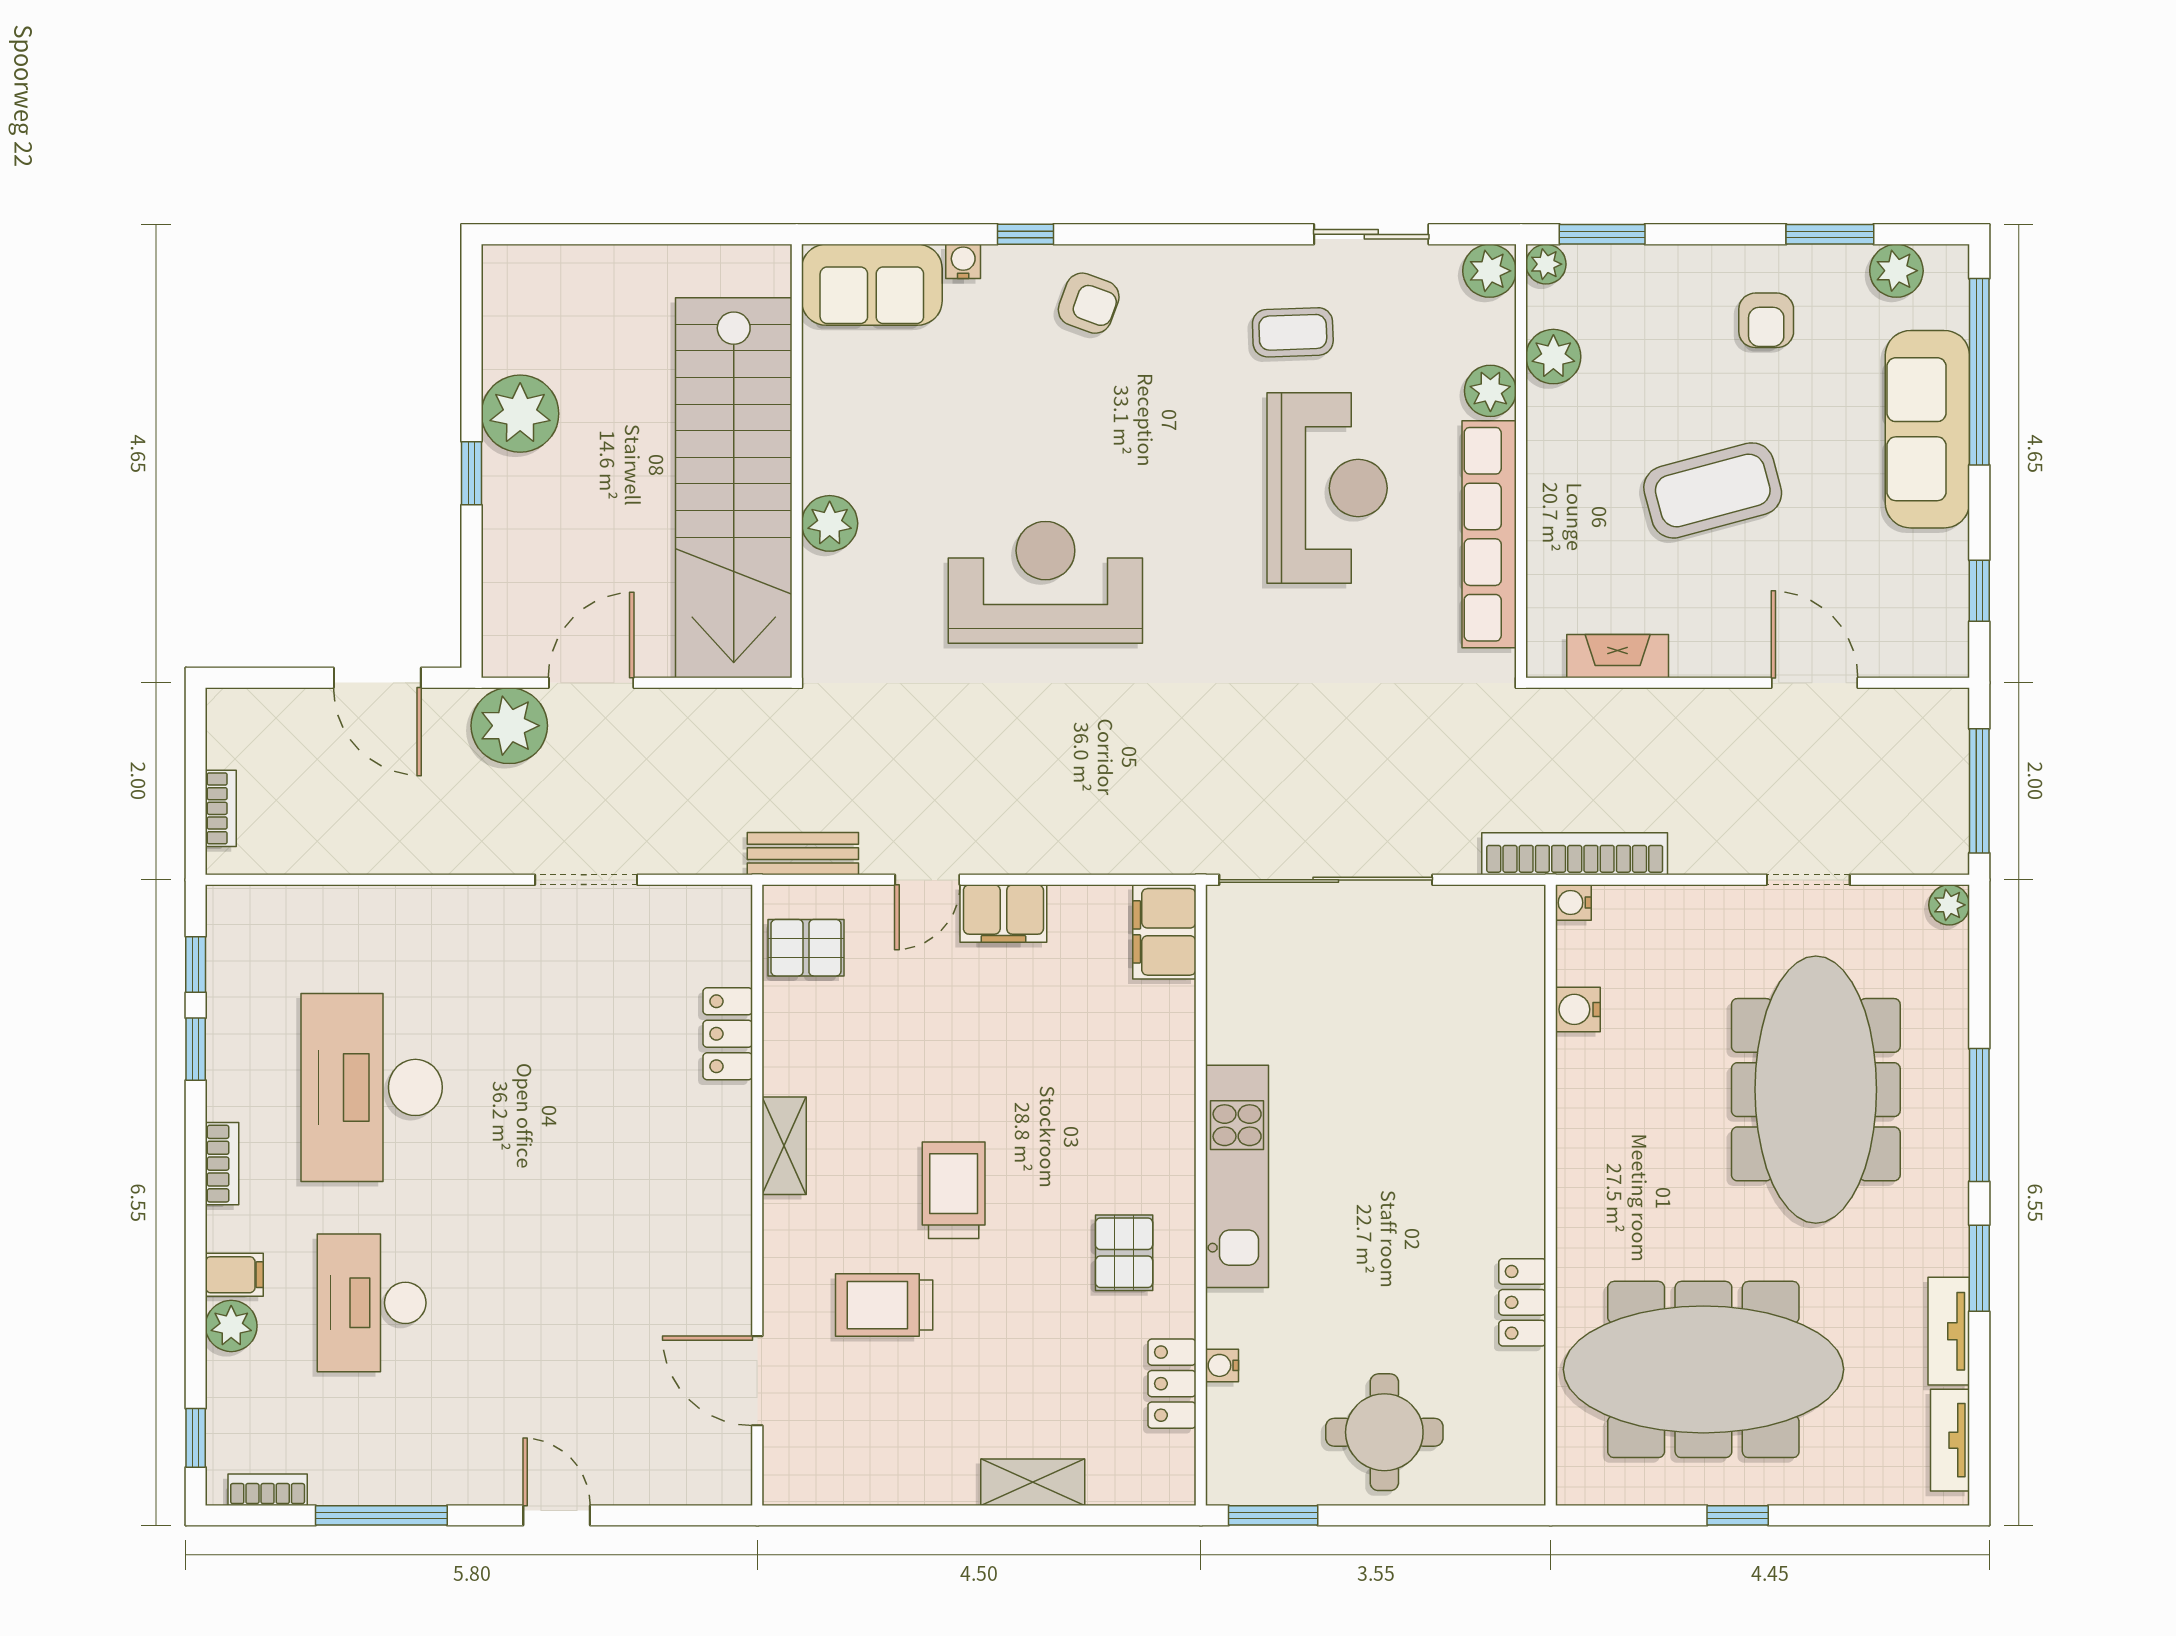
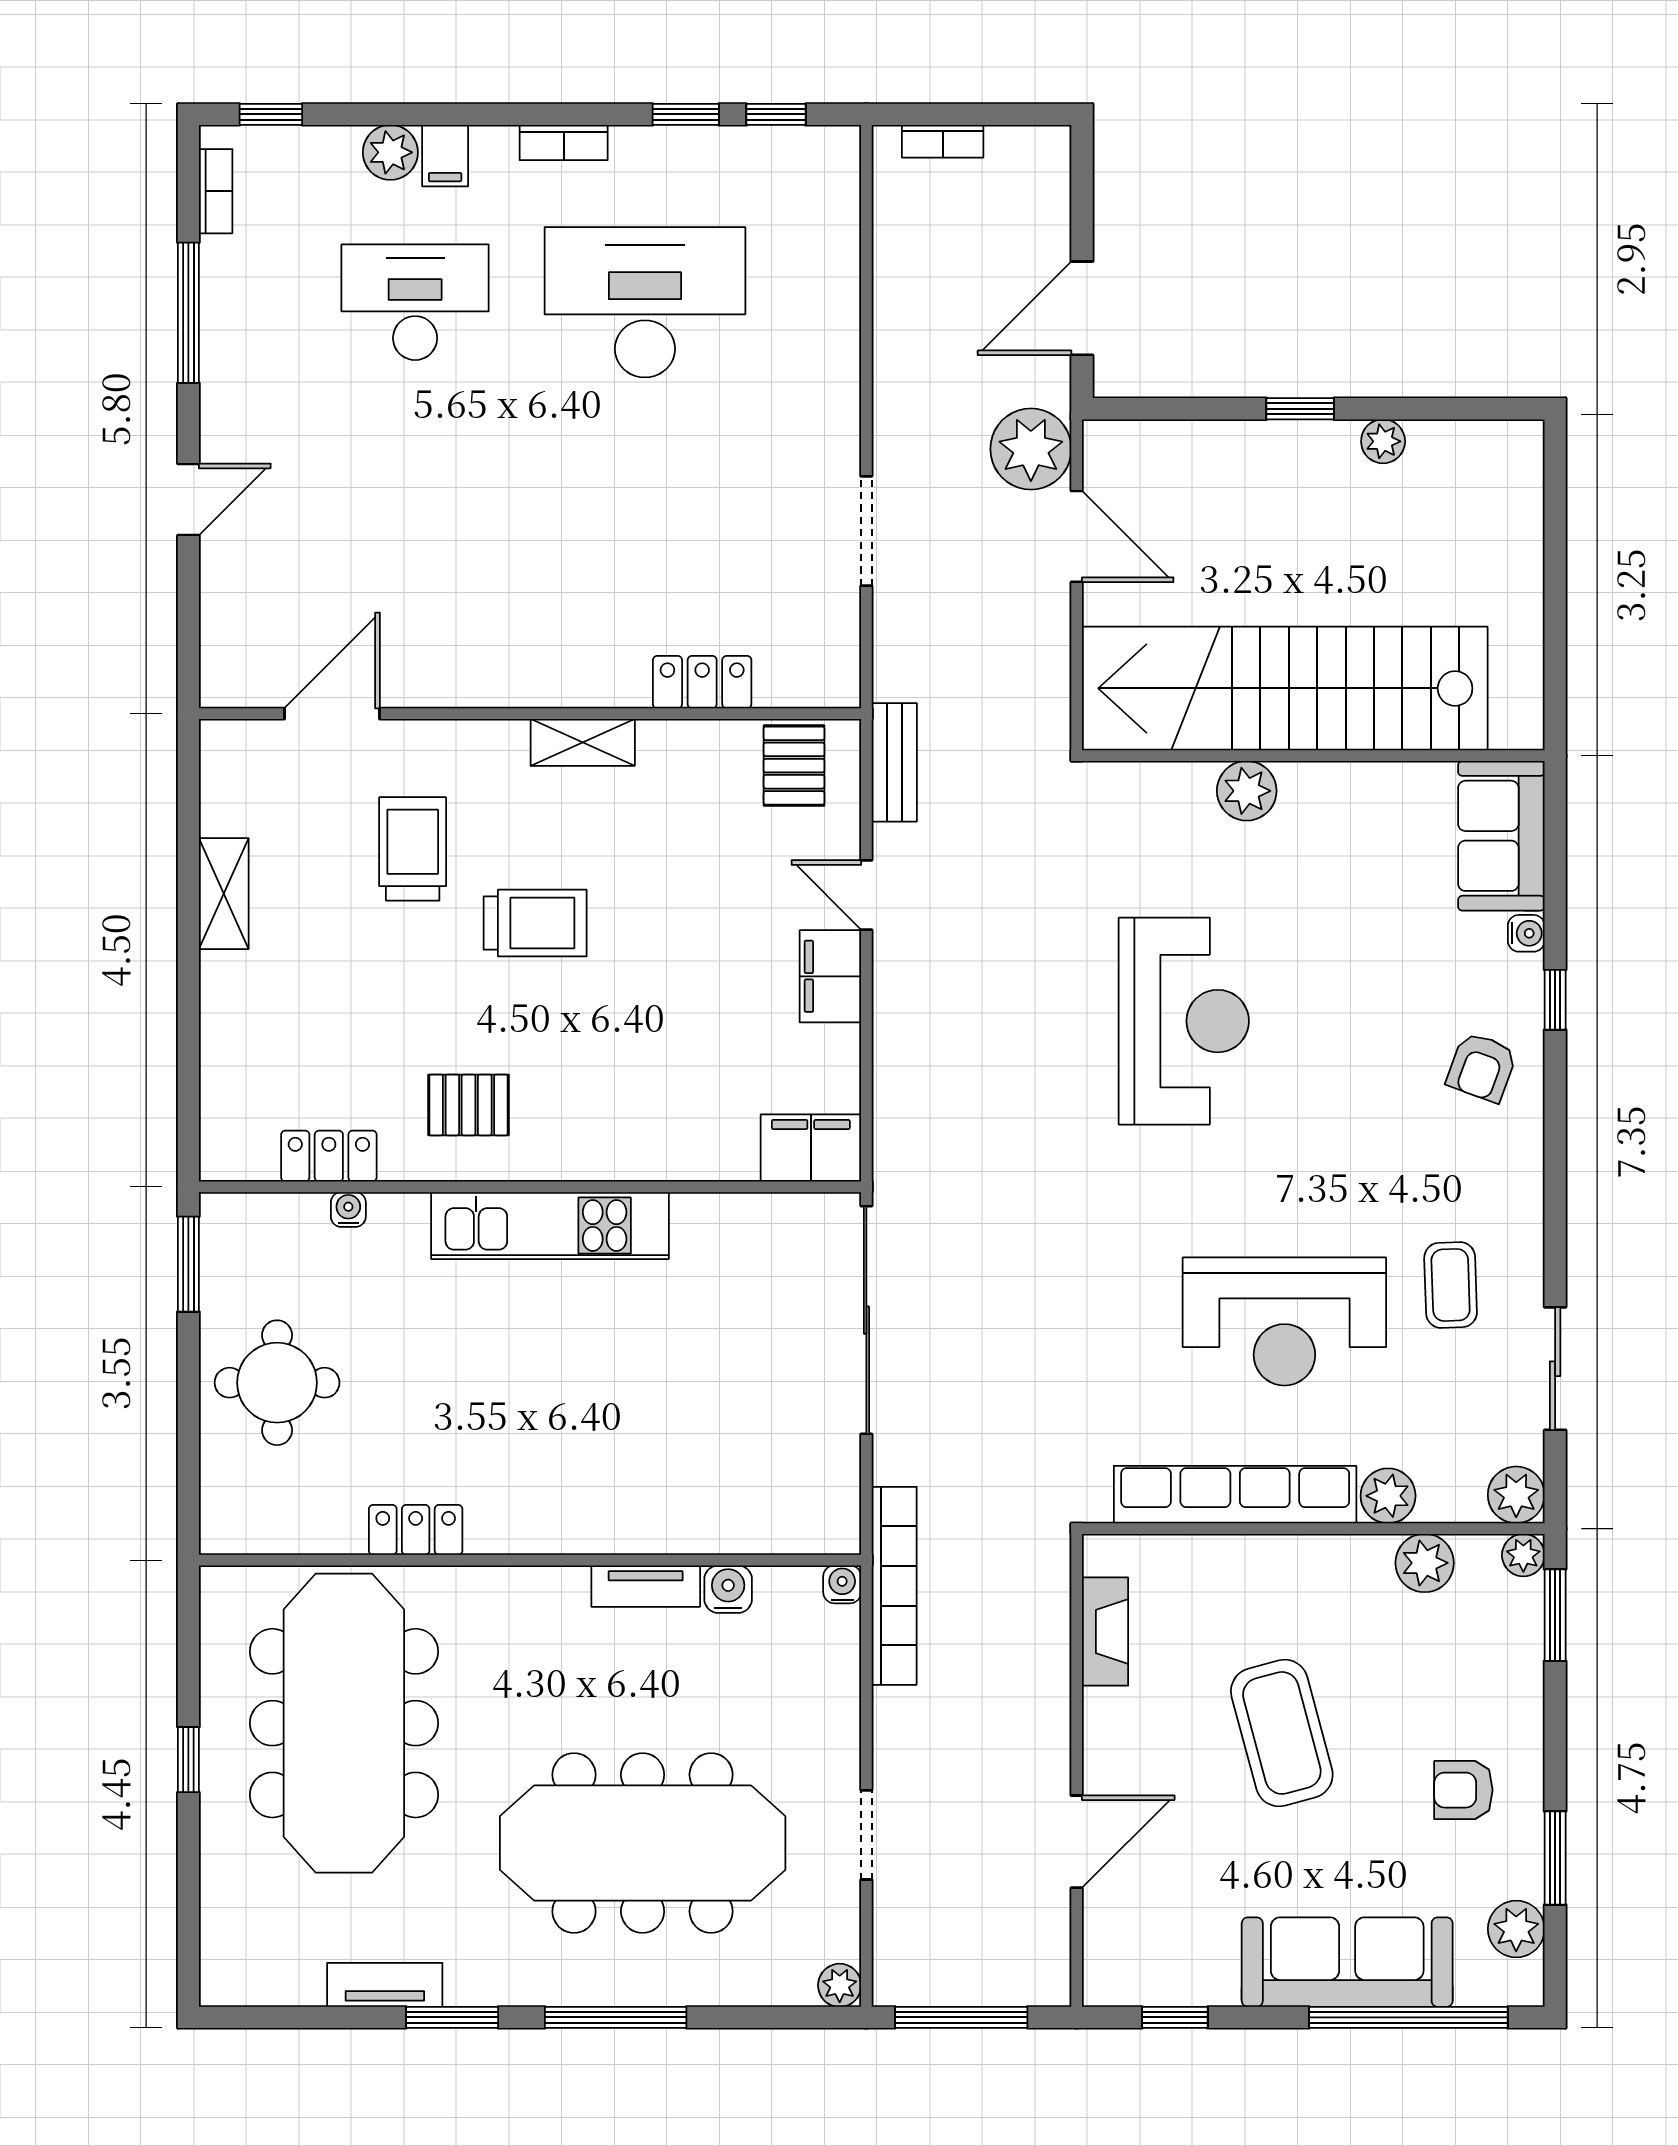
plant: (520, 414) -> (1383, 441), width x0.53, depth x0.53
tv unit: (1950, 1440) -> (646, 1586), moved, turned 180
shelving: (1033, 1482) -> (224, 894), moved

